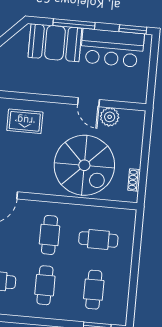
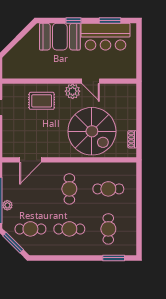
window: (74, 24) -> (74, 20), width x0.46
window: (133, 29) -> (110, 20), moved
plant: (110, 117) -> (73, 91), moved
cafe table: (45, 285) -> (69, 229), turned 90

